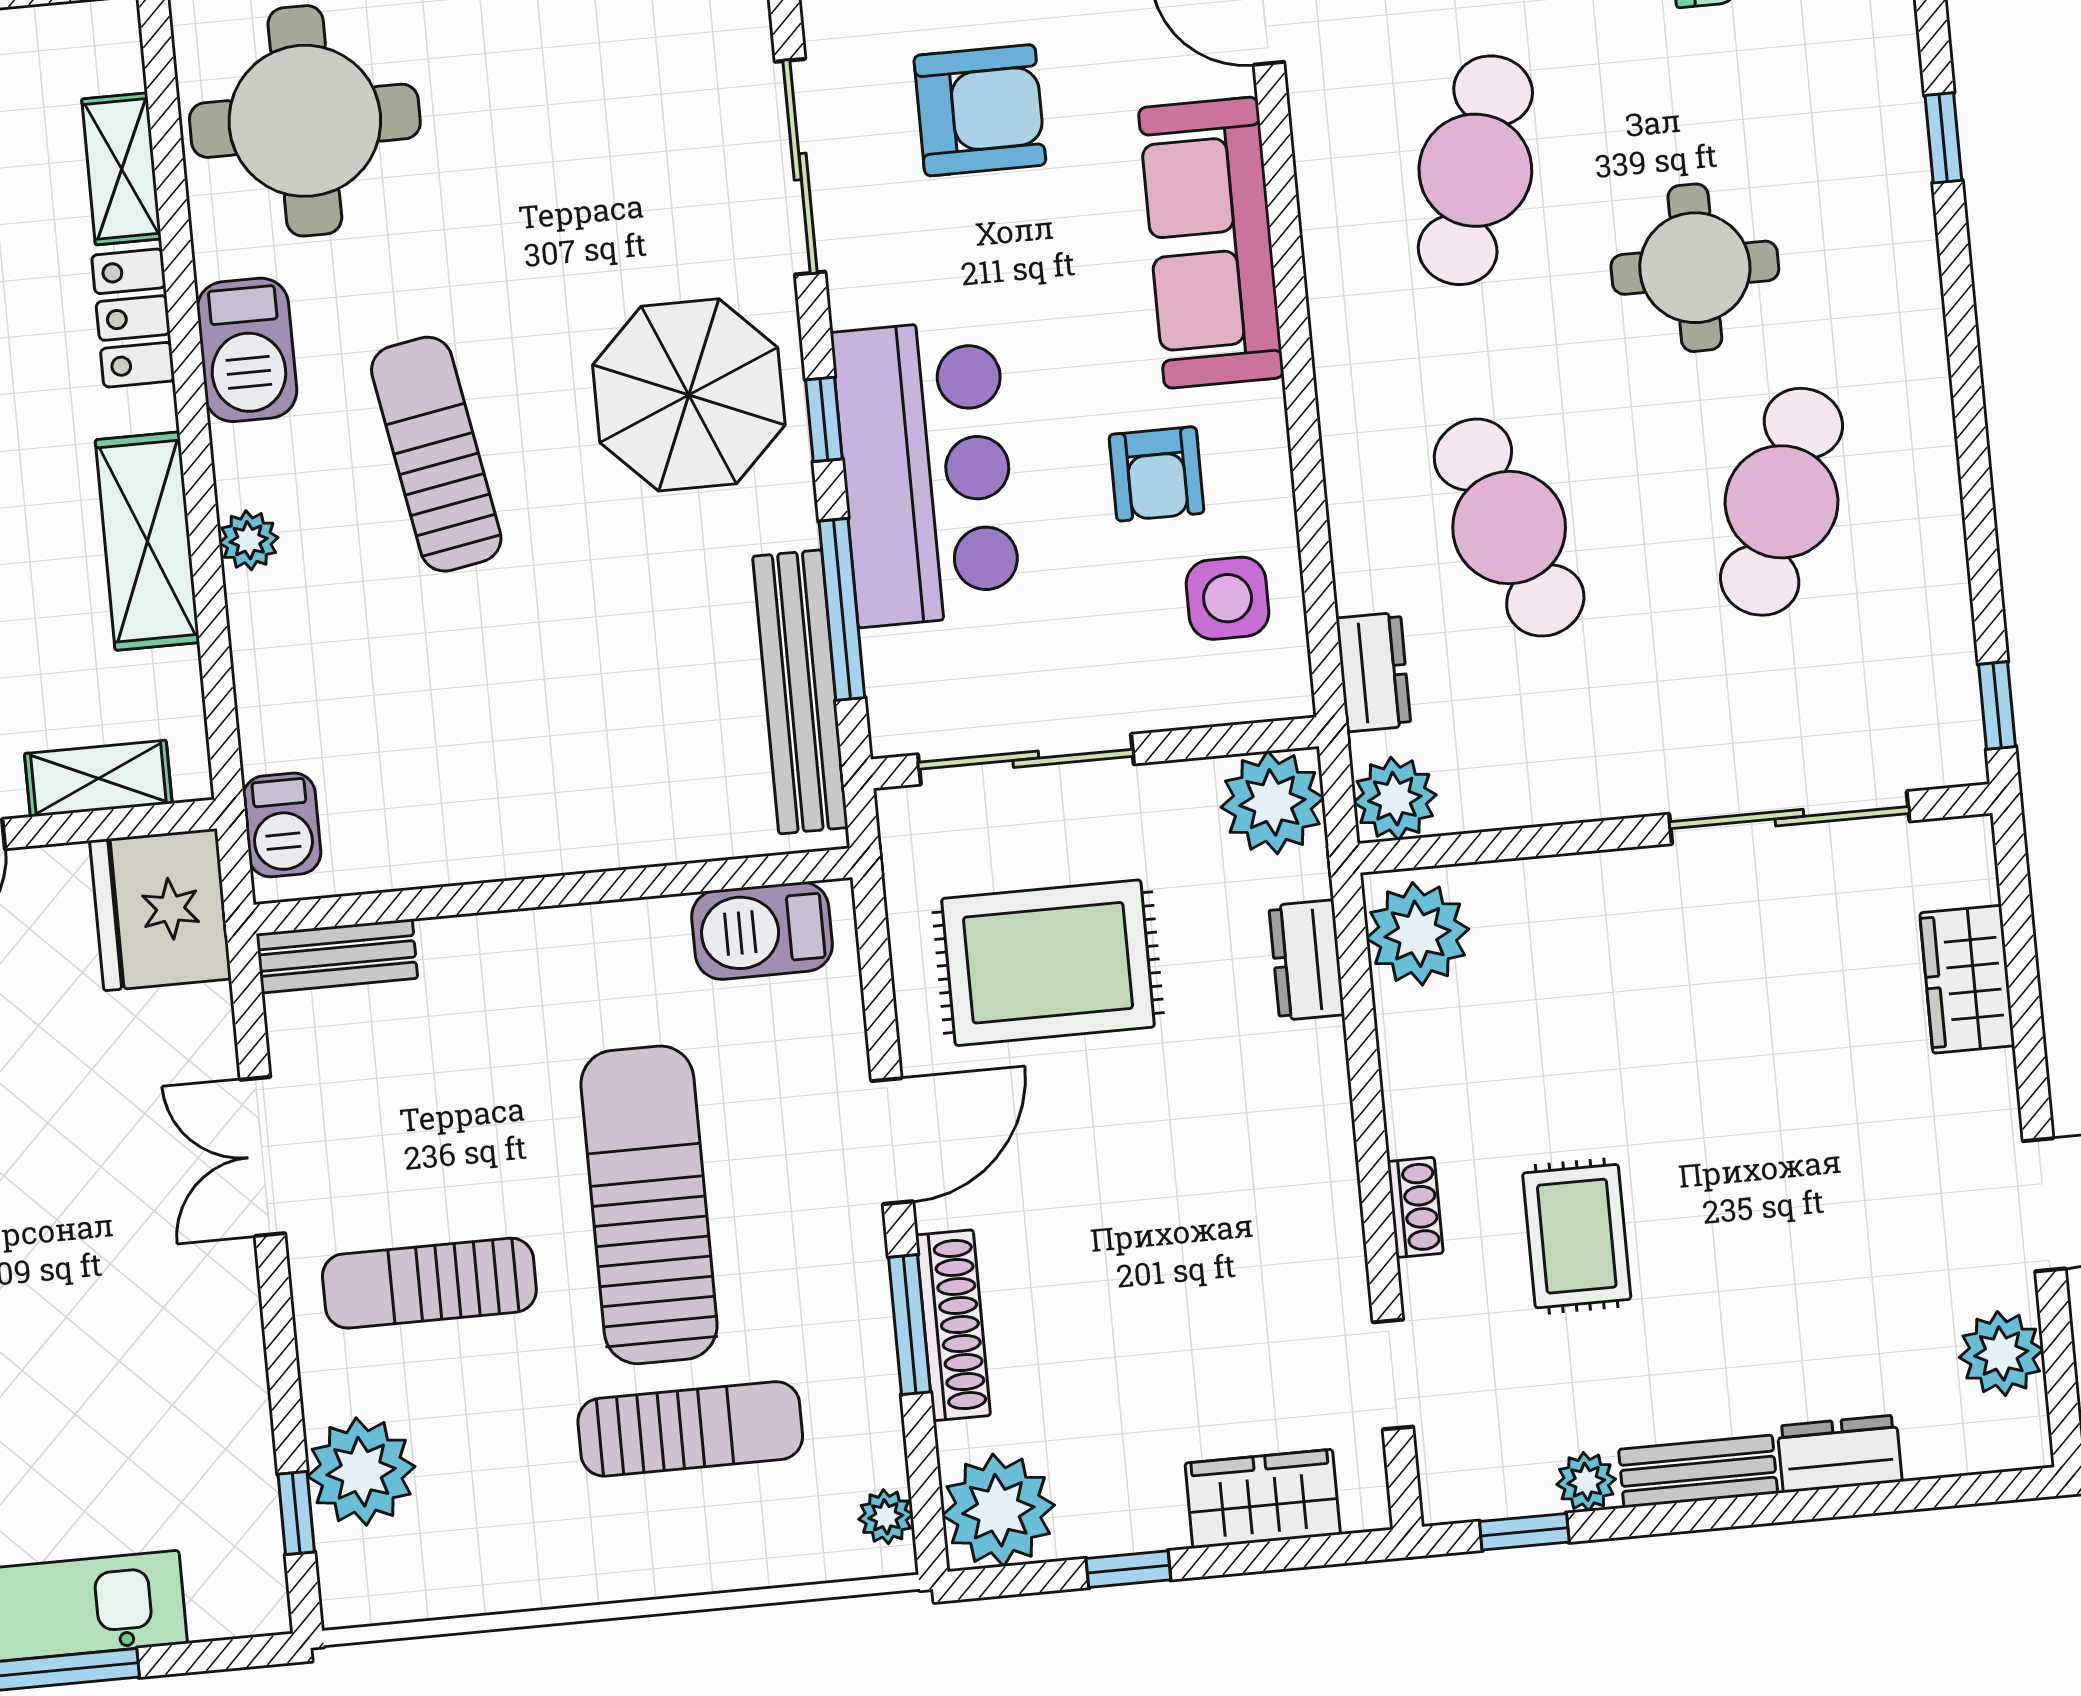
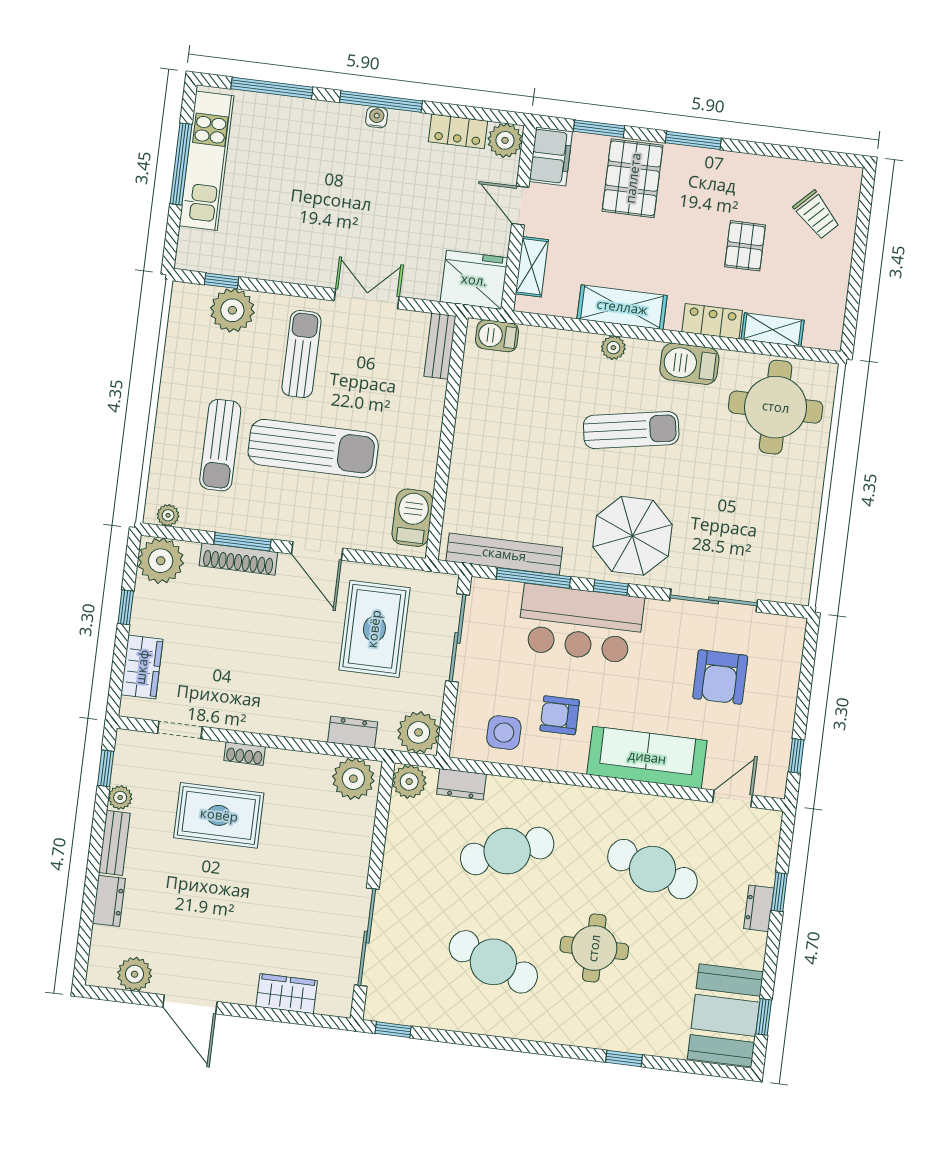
rug: (1577, 1236) -> (219, 815), width x1.36, depth x1.43

